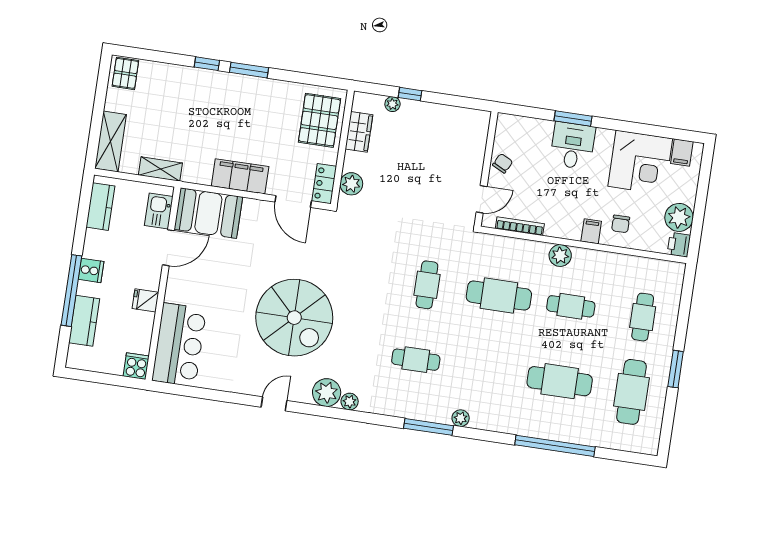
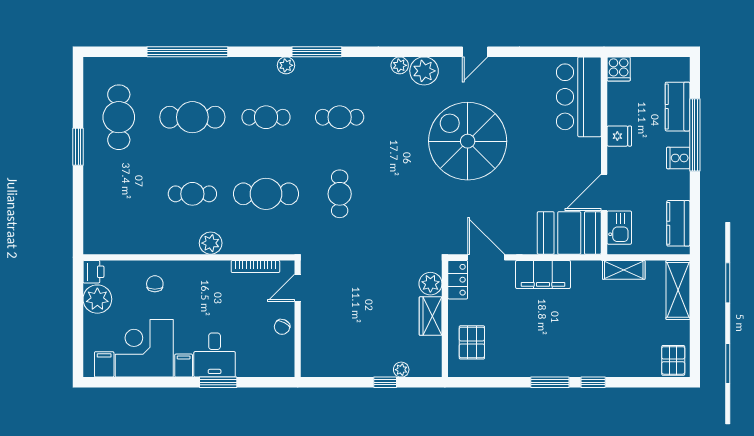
pallet: (319, 120) -> (472, 342), width x0.67, depth x0.71
wardrobe: (359, 132) -> (431, 316), moved
filing cabinet: (591, 231) -> (184, 366), moved, turned 180
cafe table: (643, 317) -> (266, 117), moved, turned 90

